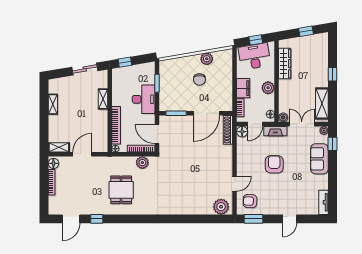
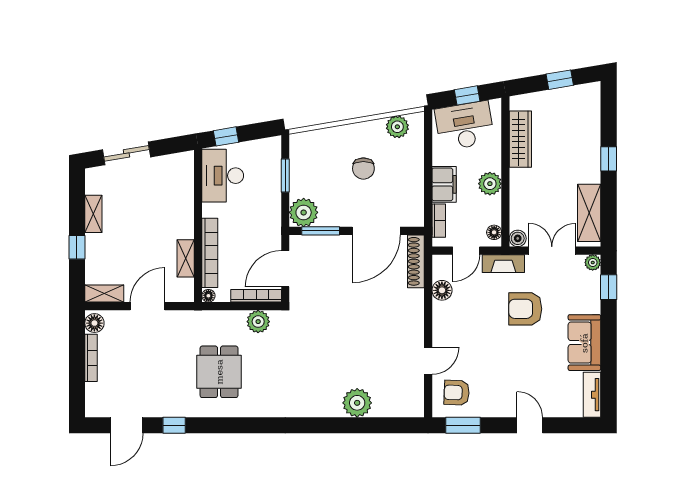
plant: (207, 59) -> (397, 127), moved
sliding door: (85, 69) -> (126, 153), moved
shelving: (103, 99) -> (186, 258), moved
desk: (144, 99) -> (223, 176), moved, turned 180
plant: (167, 103) -> (304, 212), added
window: (44, 122) -> (77, 247), added
floor lamp: (242, 132) -> (442, 290), moved
door: (157, 134) -> (285, 269), hinge flipped
sofa: (319, 159) -> (584, 343), moved
armchair: (274, 164) -> (525, 309), moved, turned -90
plant: (221, 207) -> (357, 403), moved
door: (290, 219) -> (530, 425), swing flipped

